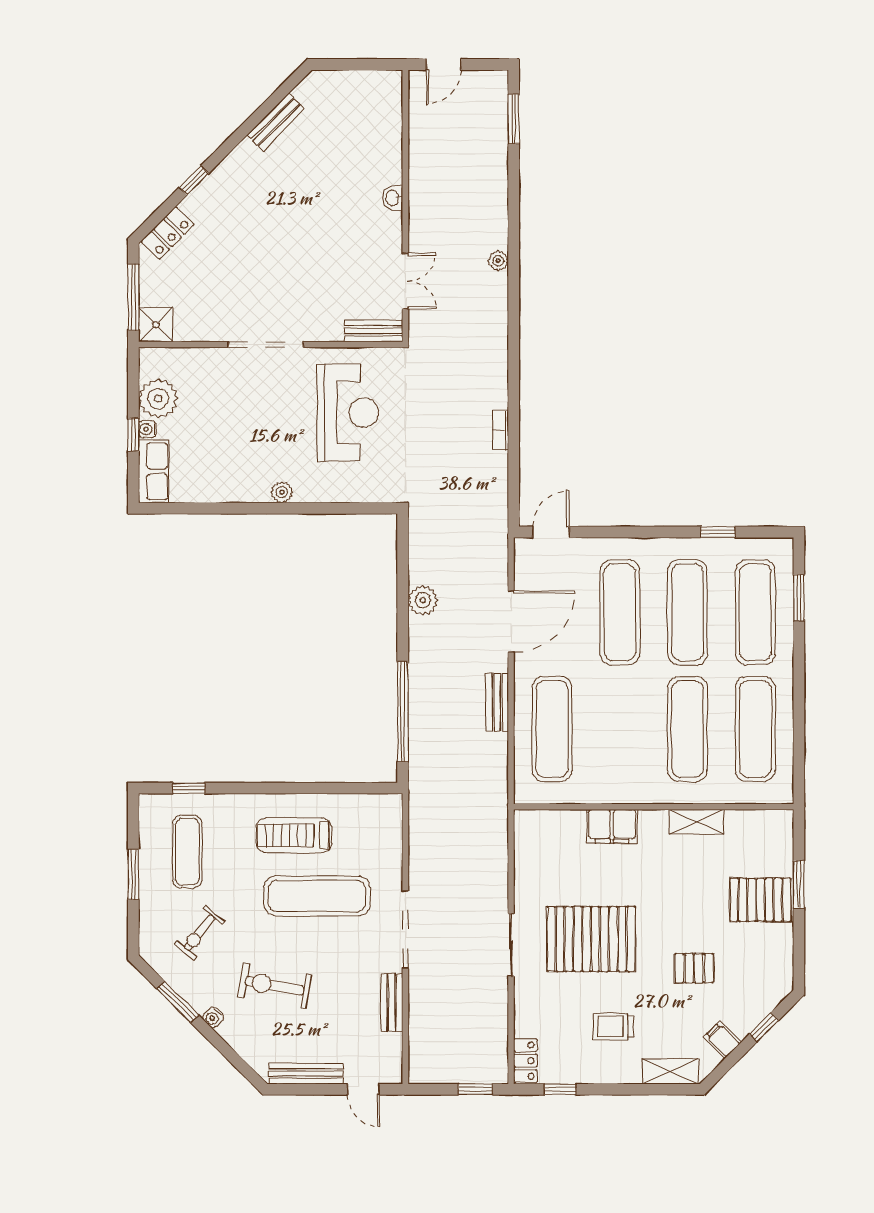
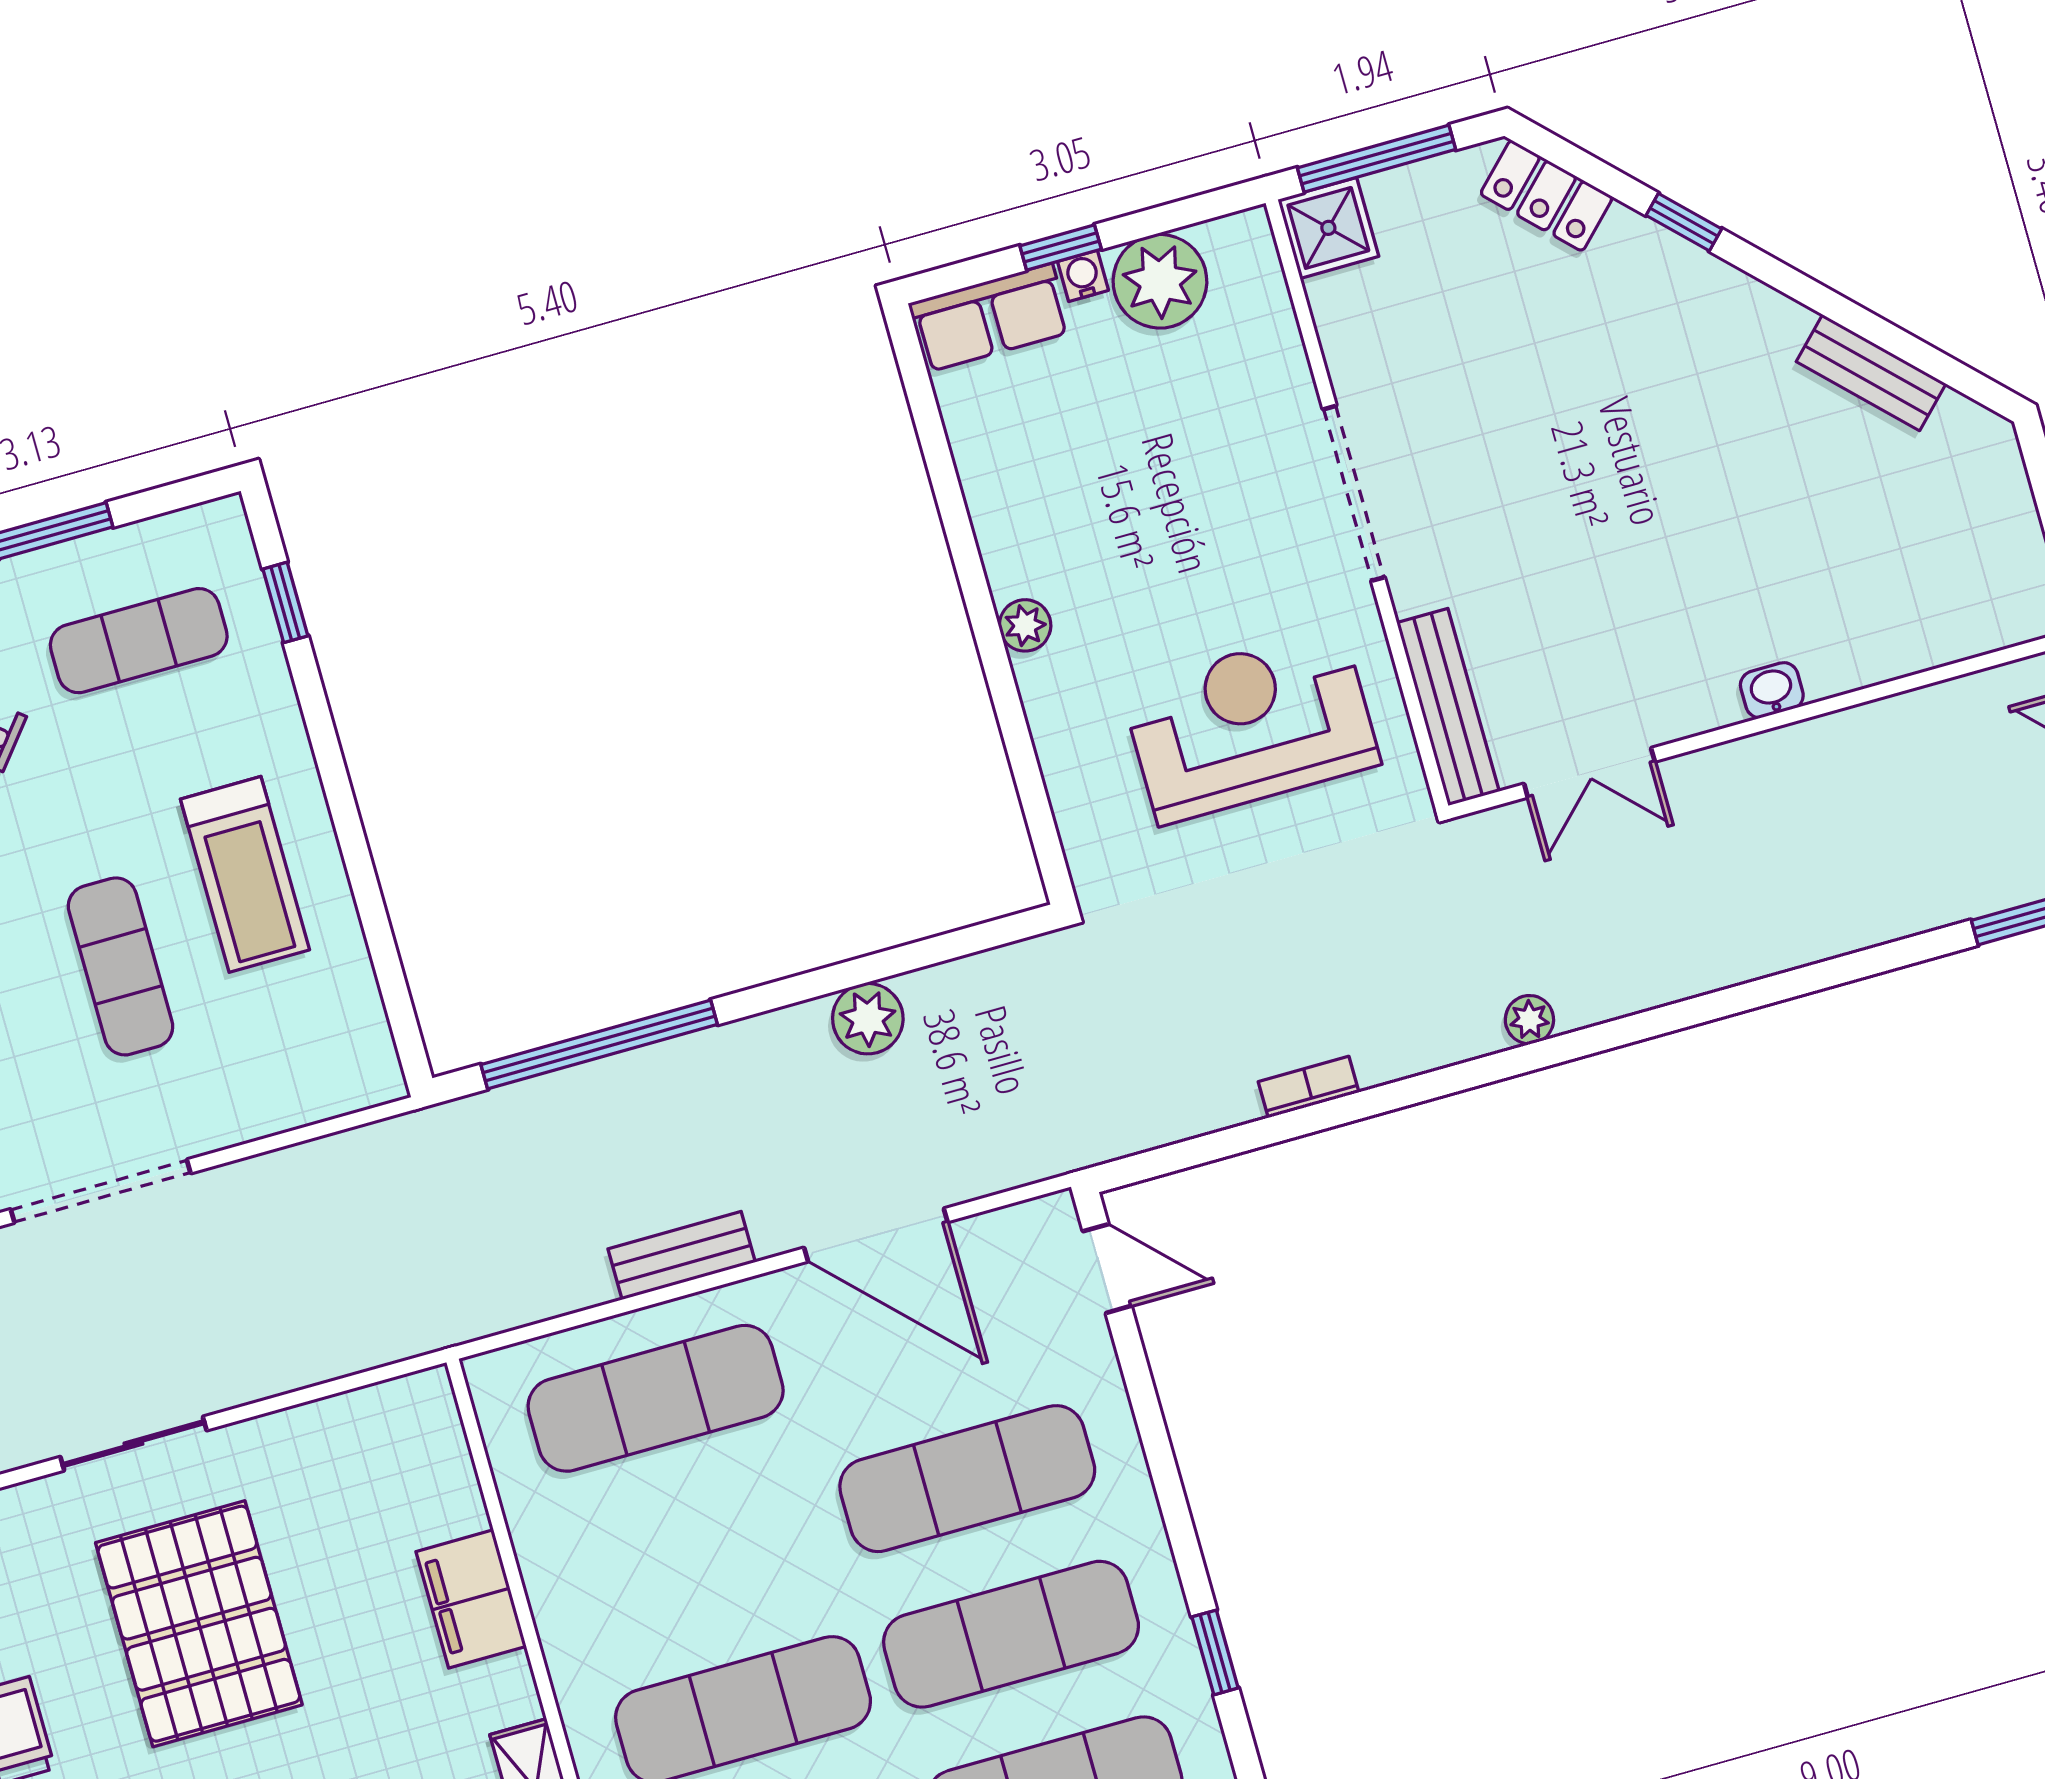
plant: (498, 261) -> (1529, 1020), moved
bench: (373, 331) -> (1448, 707), width x1.36
reception desk: (348, 412) -> (1251, 725), turned 180
treadmill: (294, 835) -> (245, 874), turned 180
exercise mat: (317, 896) -> (121, 966), width x0.73, depth x0.69

